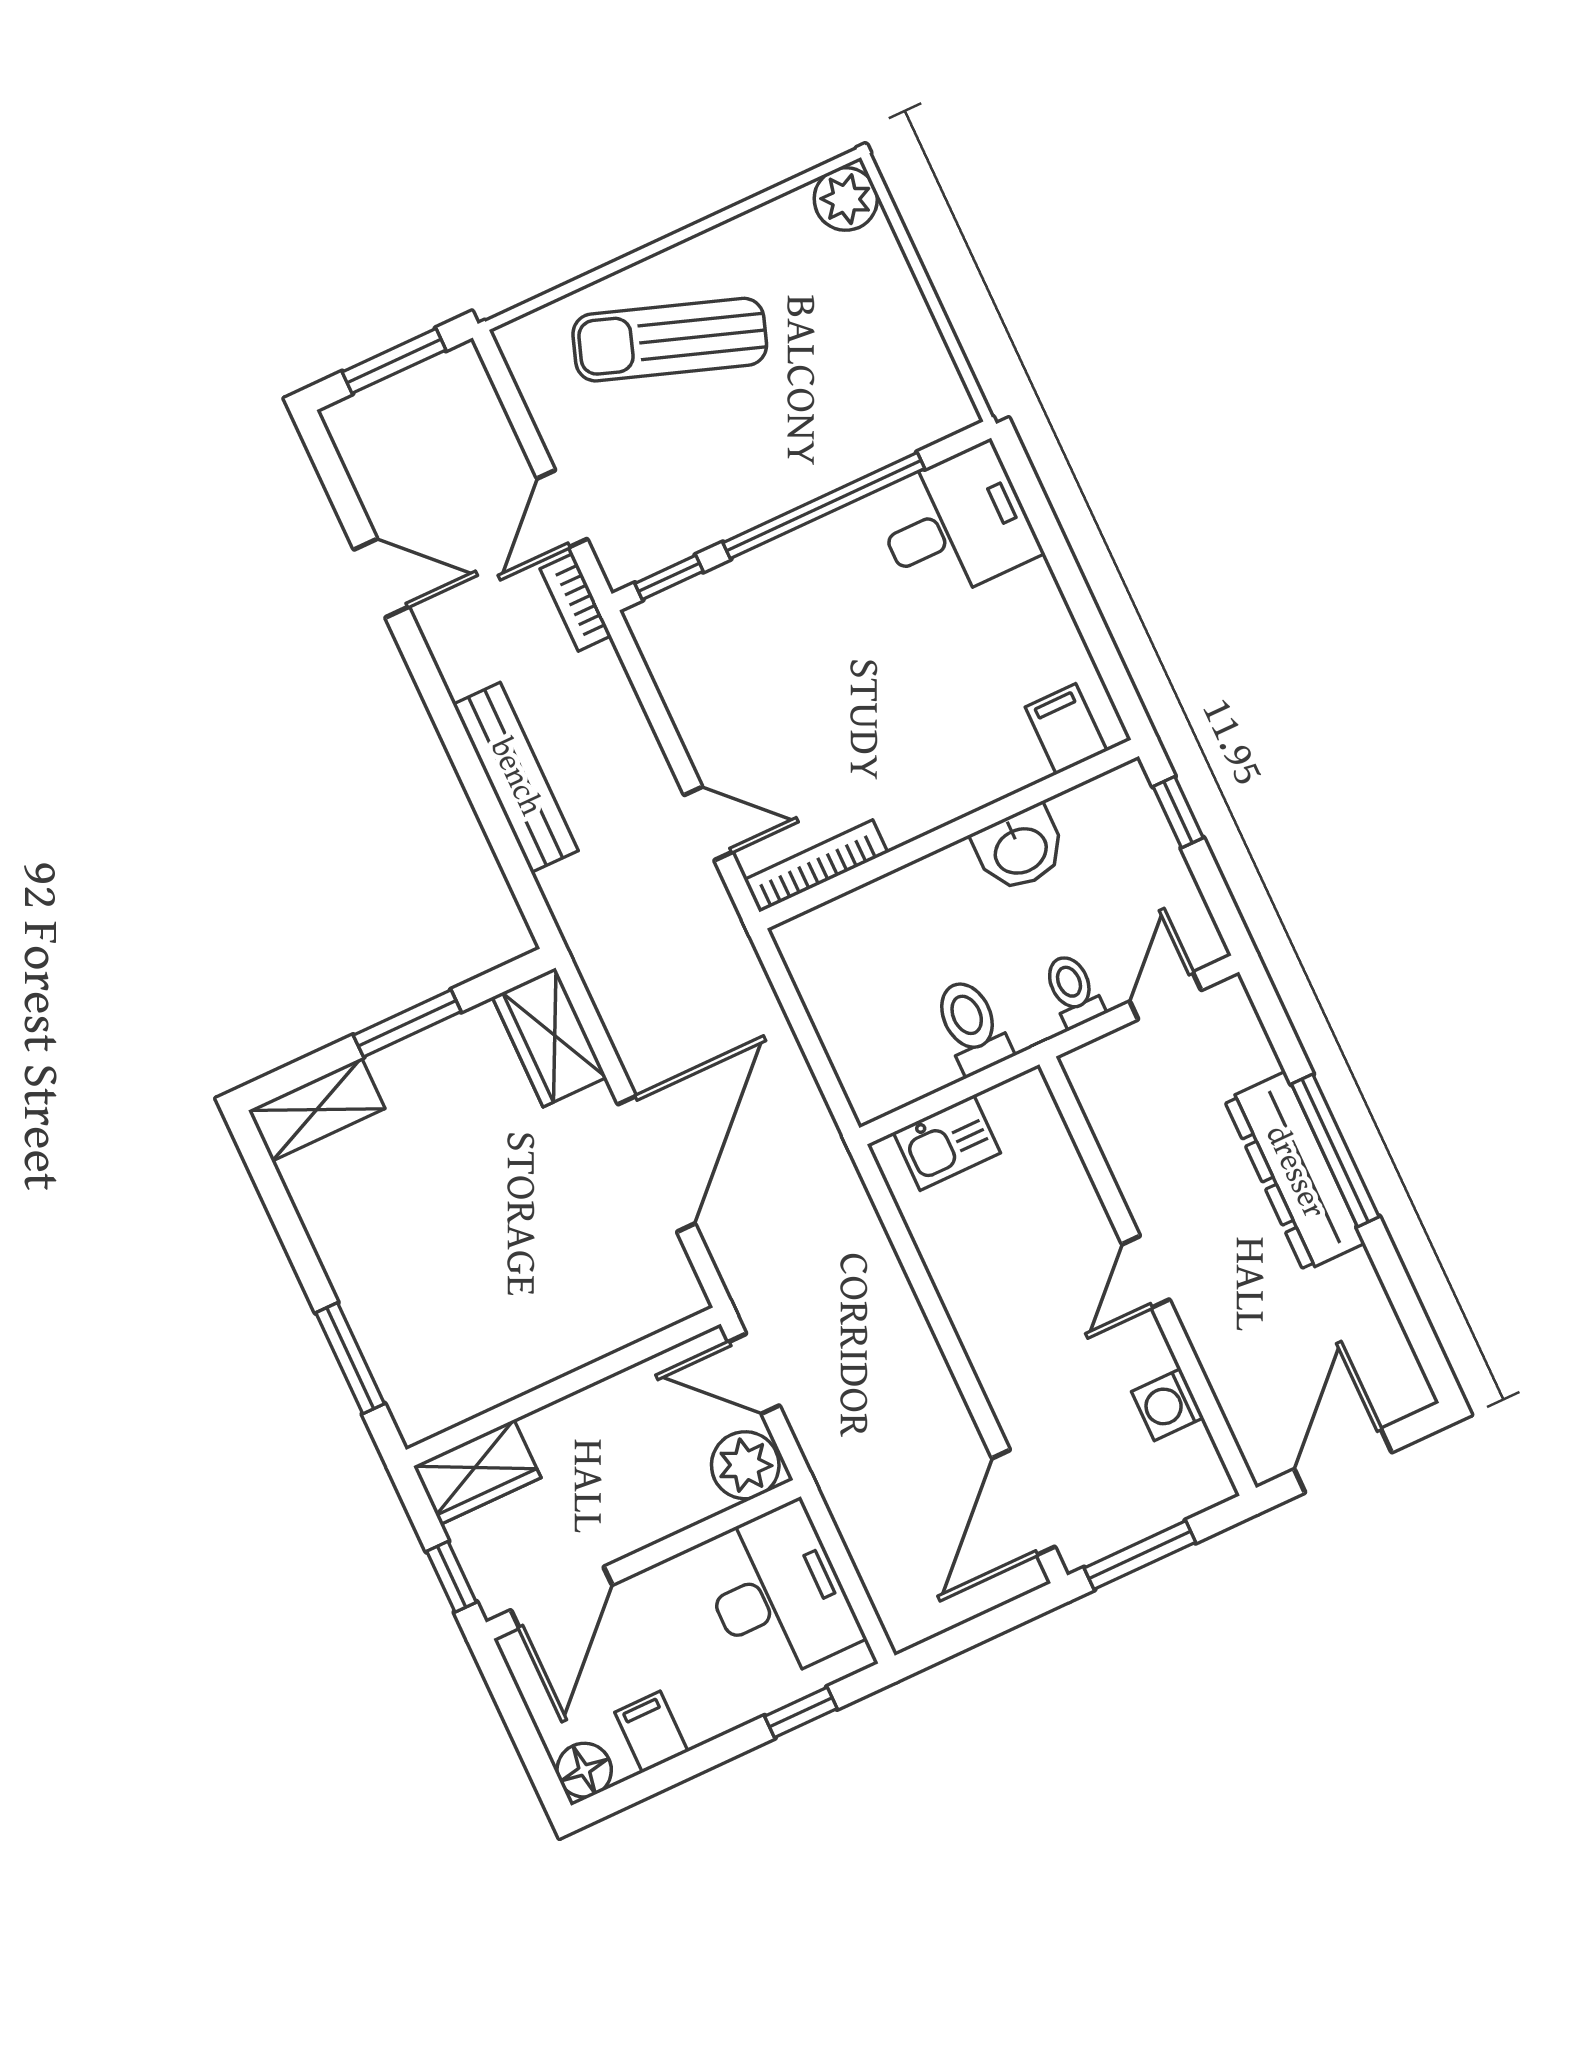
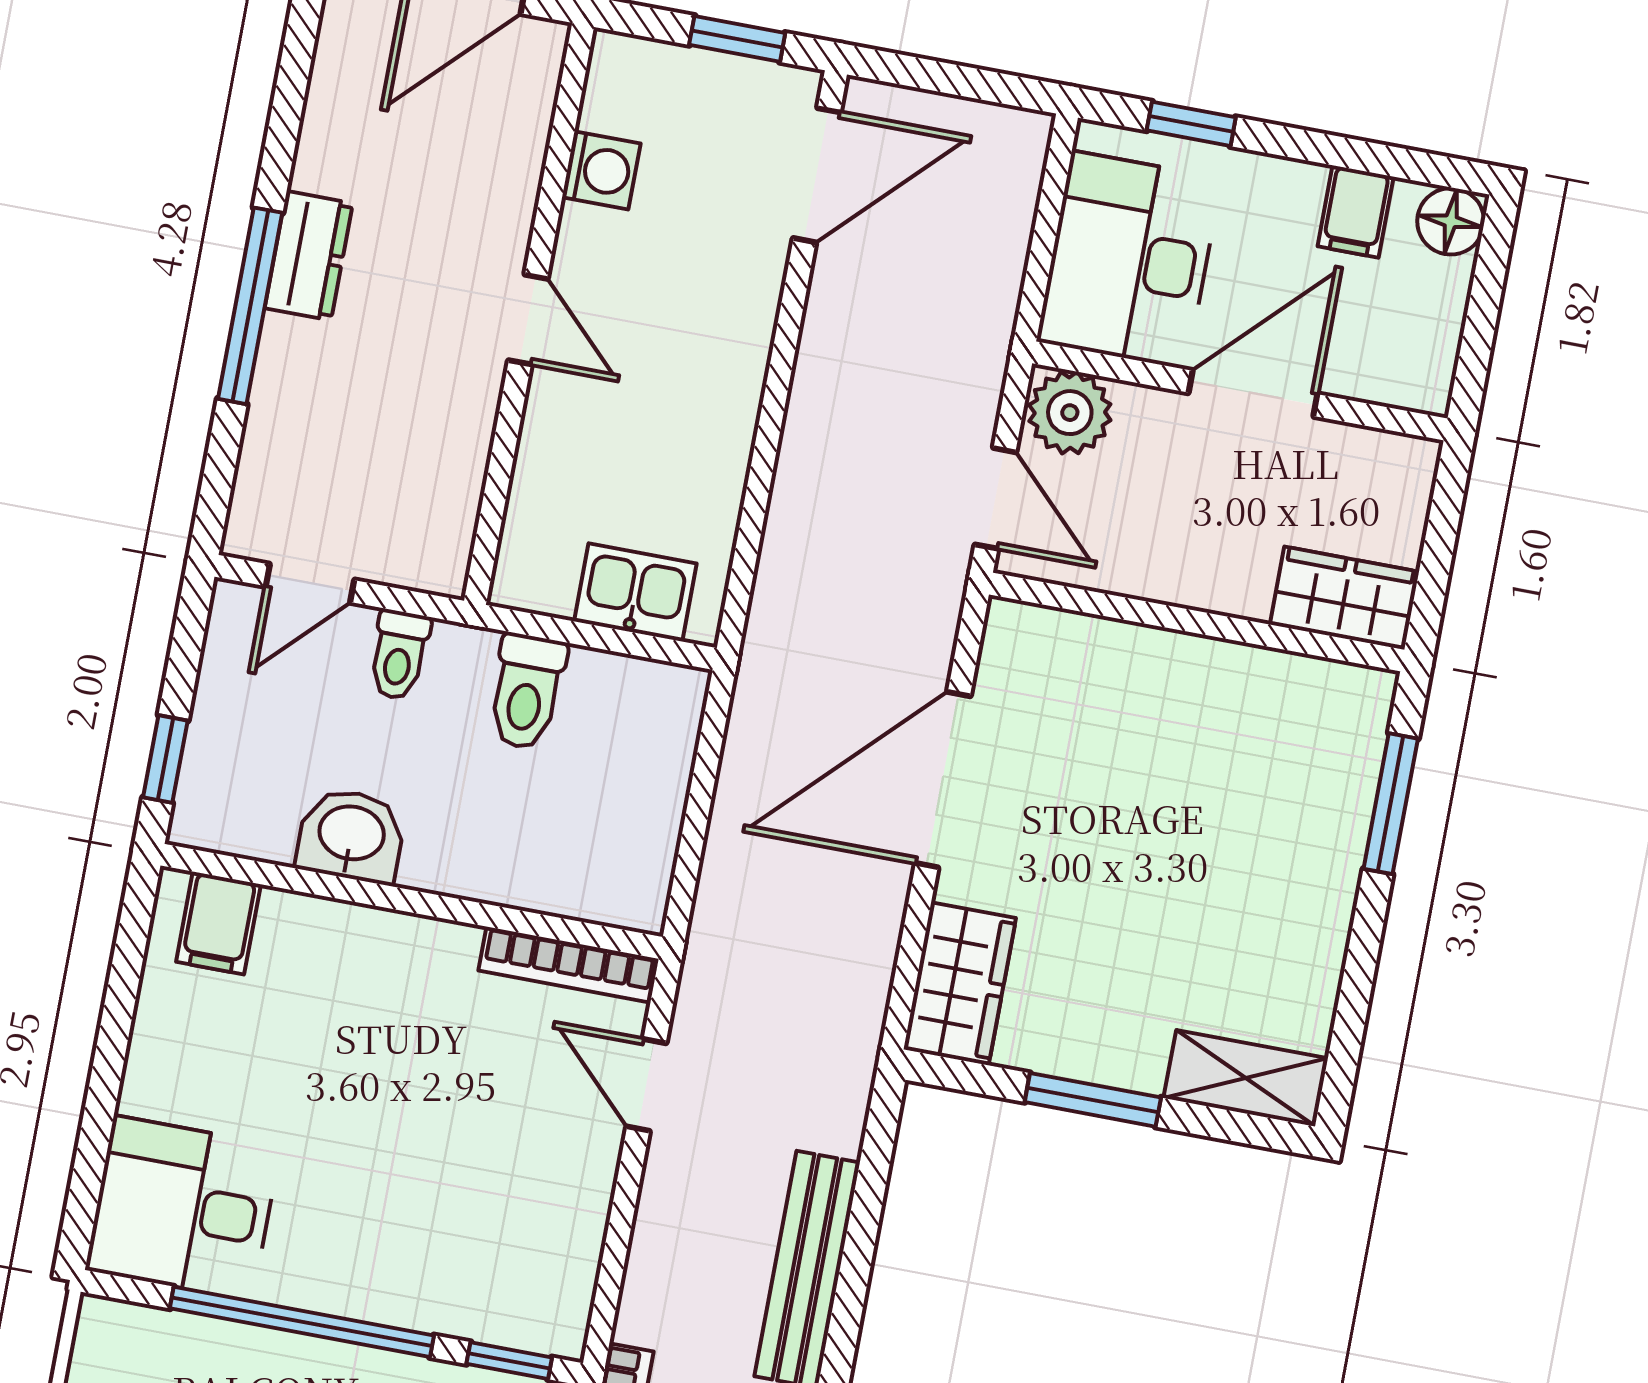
dresser: (1295, 1172) -> (309, 256), width x0.51, depth x0.80
door: (1146, 1272) -> (528, 320), hinge flipped
window: (1140, 1555) -> (737, 39), width x0.67
window: (452, 1577) -> (1445, 511), removed
door: (561, 1597) -> (1253, 393), moved

